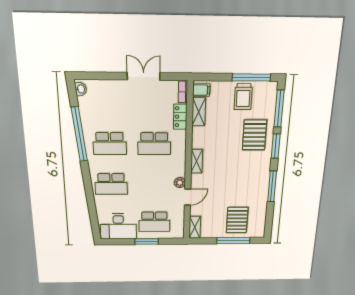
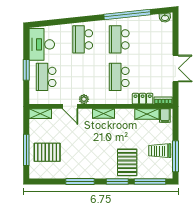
pallet: (254, 135) -> (127, 162), turned 90

